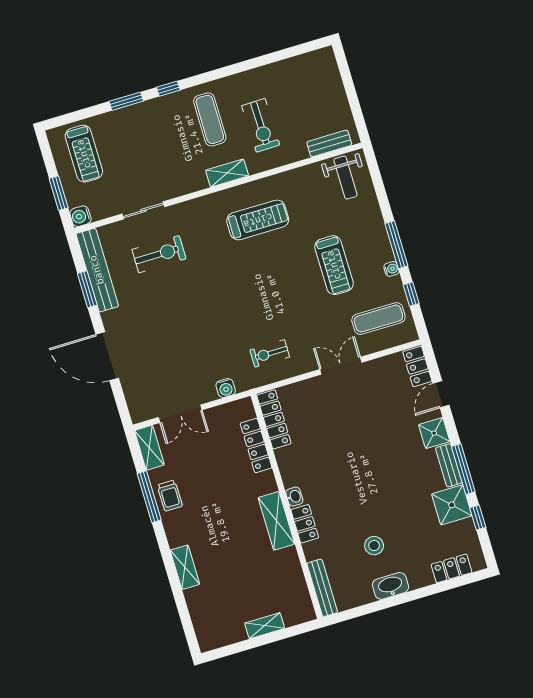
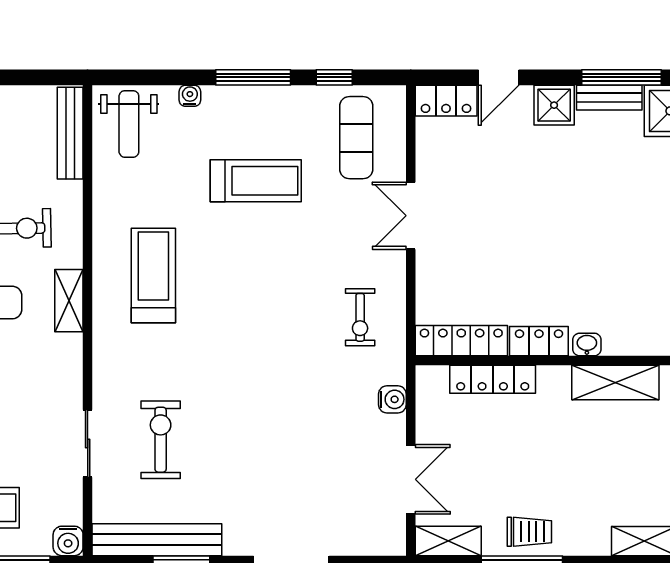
bench: (329, 143) -> (70, 133), width x1.36
weight bench: (346, 178) -> (129, 124), turned 90
water cooler: (391, 269) -> (190, 96), moved
door: (441, 394) -> (499, 77), hinge flipped
locker: (305, 524) -> (539, 341), moved

